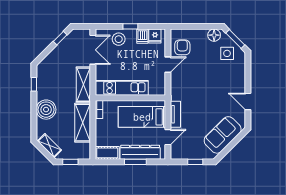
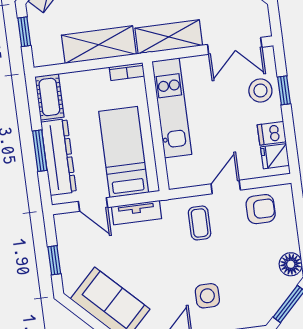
window: (130, 26) -> (284, 90), moved
side table: (227, 53) -> (207, 296), moved
door: (168, 65) -> (226, 187), swing flipped
coffee table: (185, 81) -> (200, 223), added

